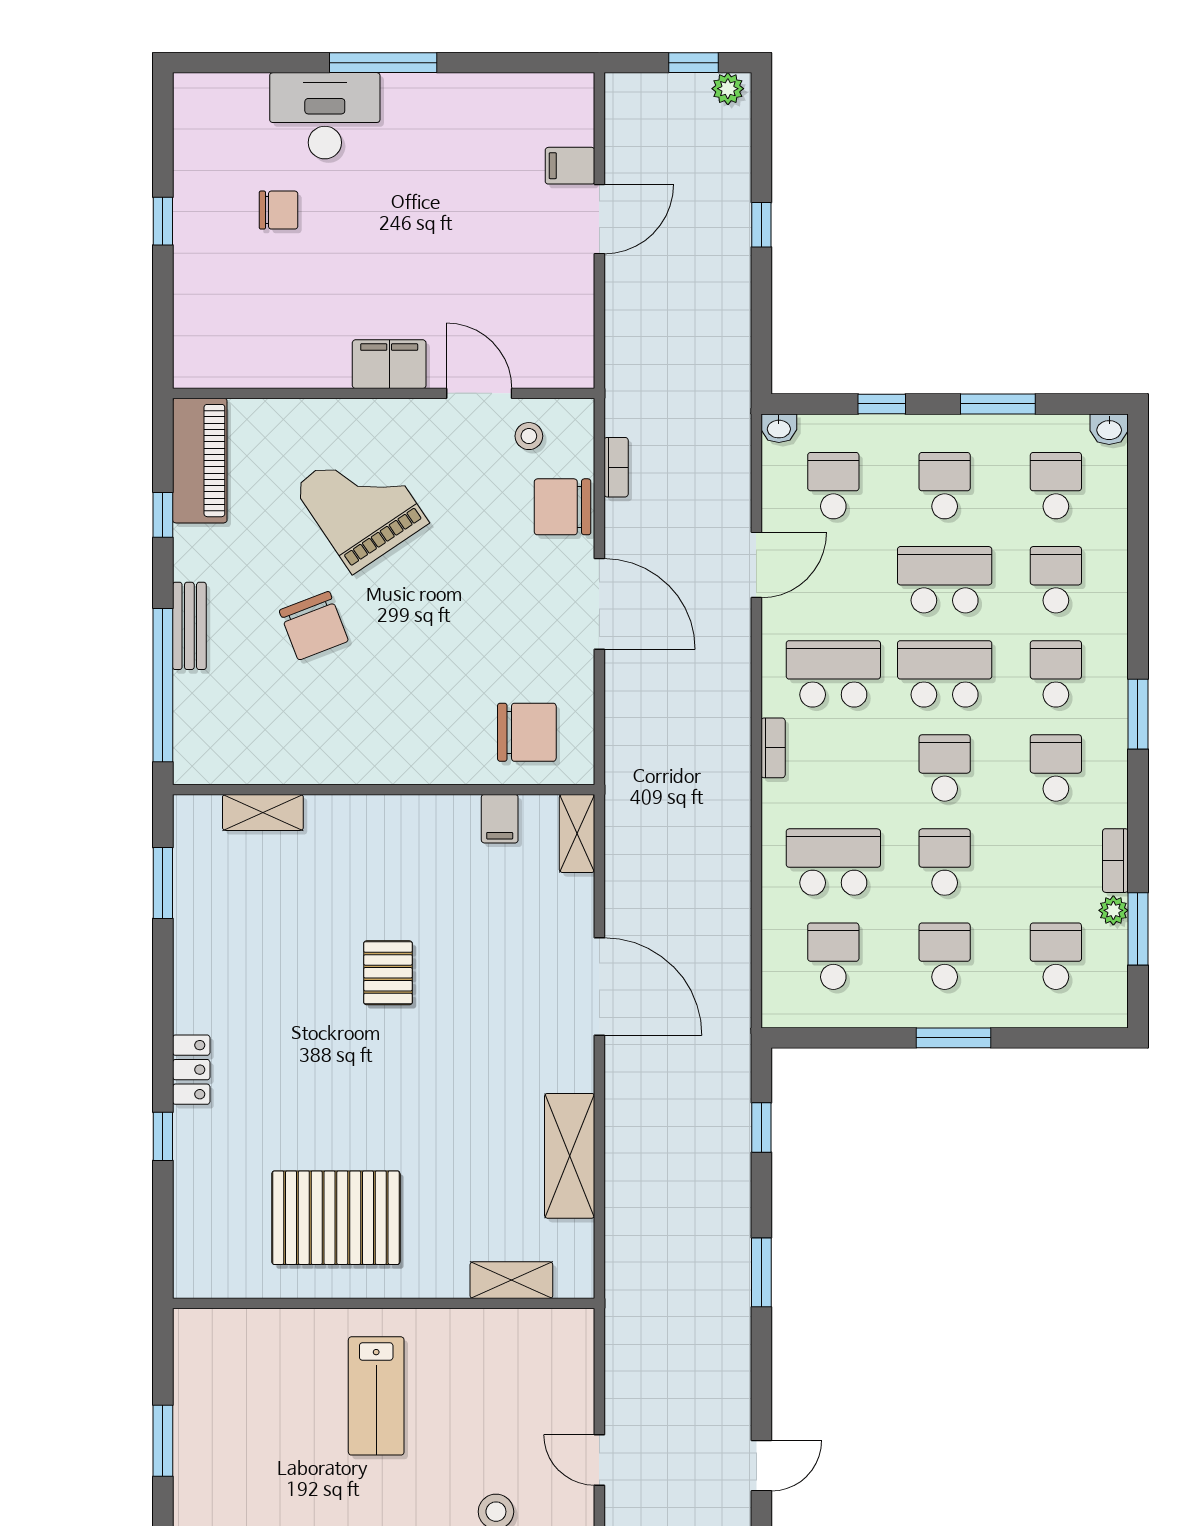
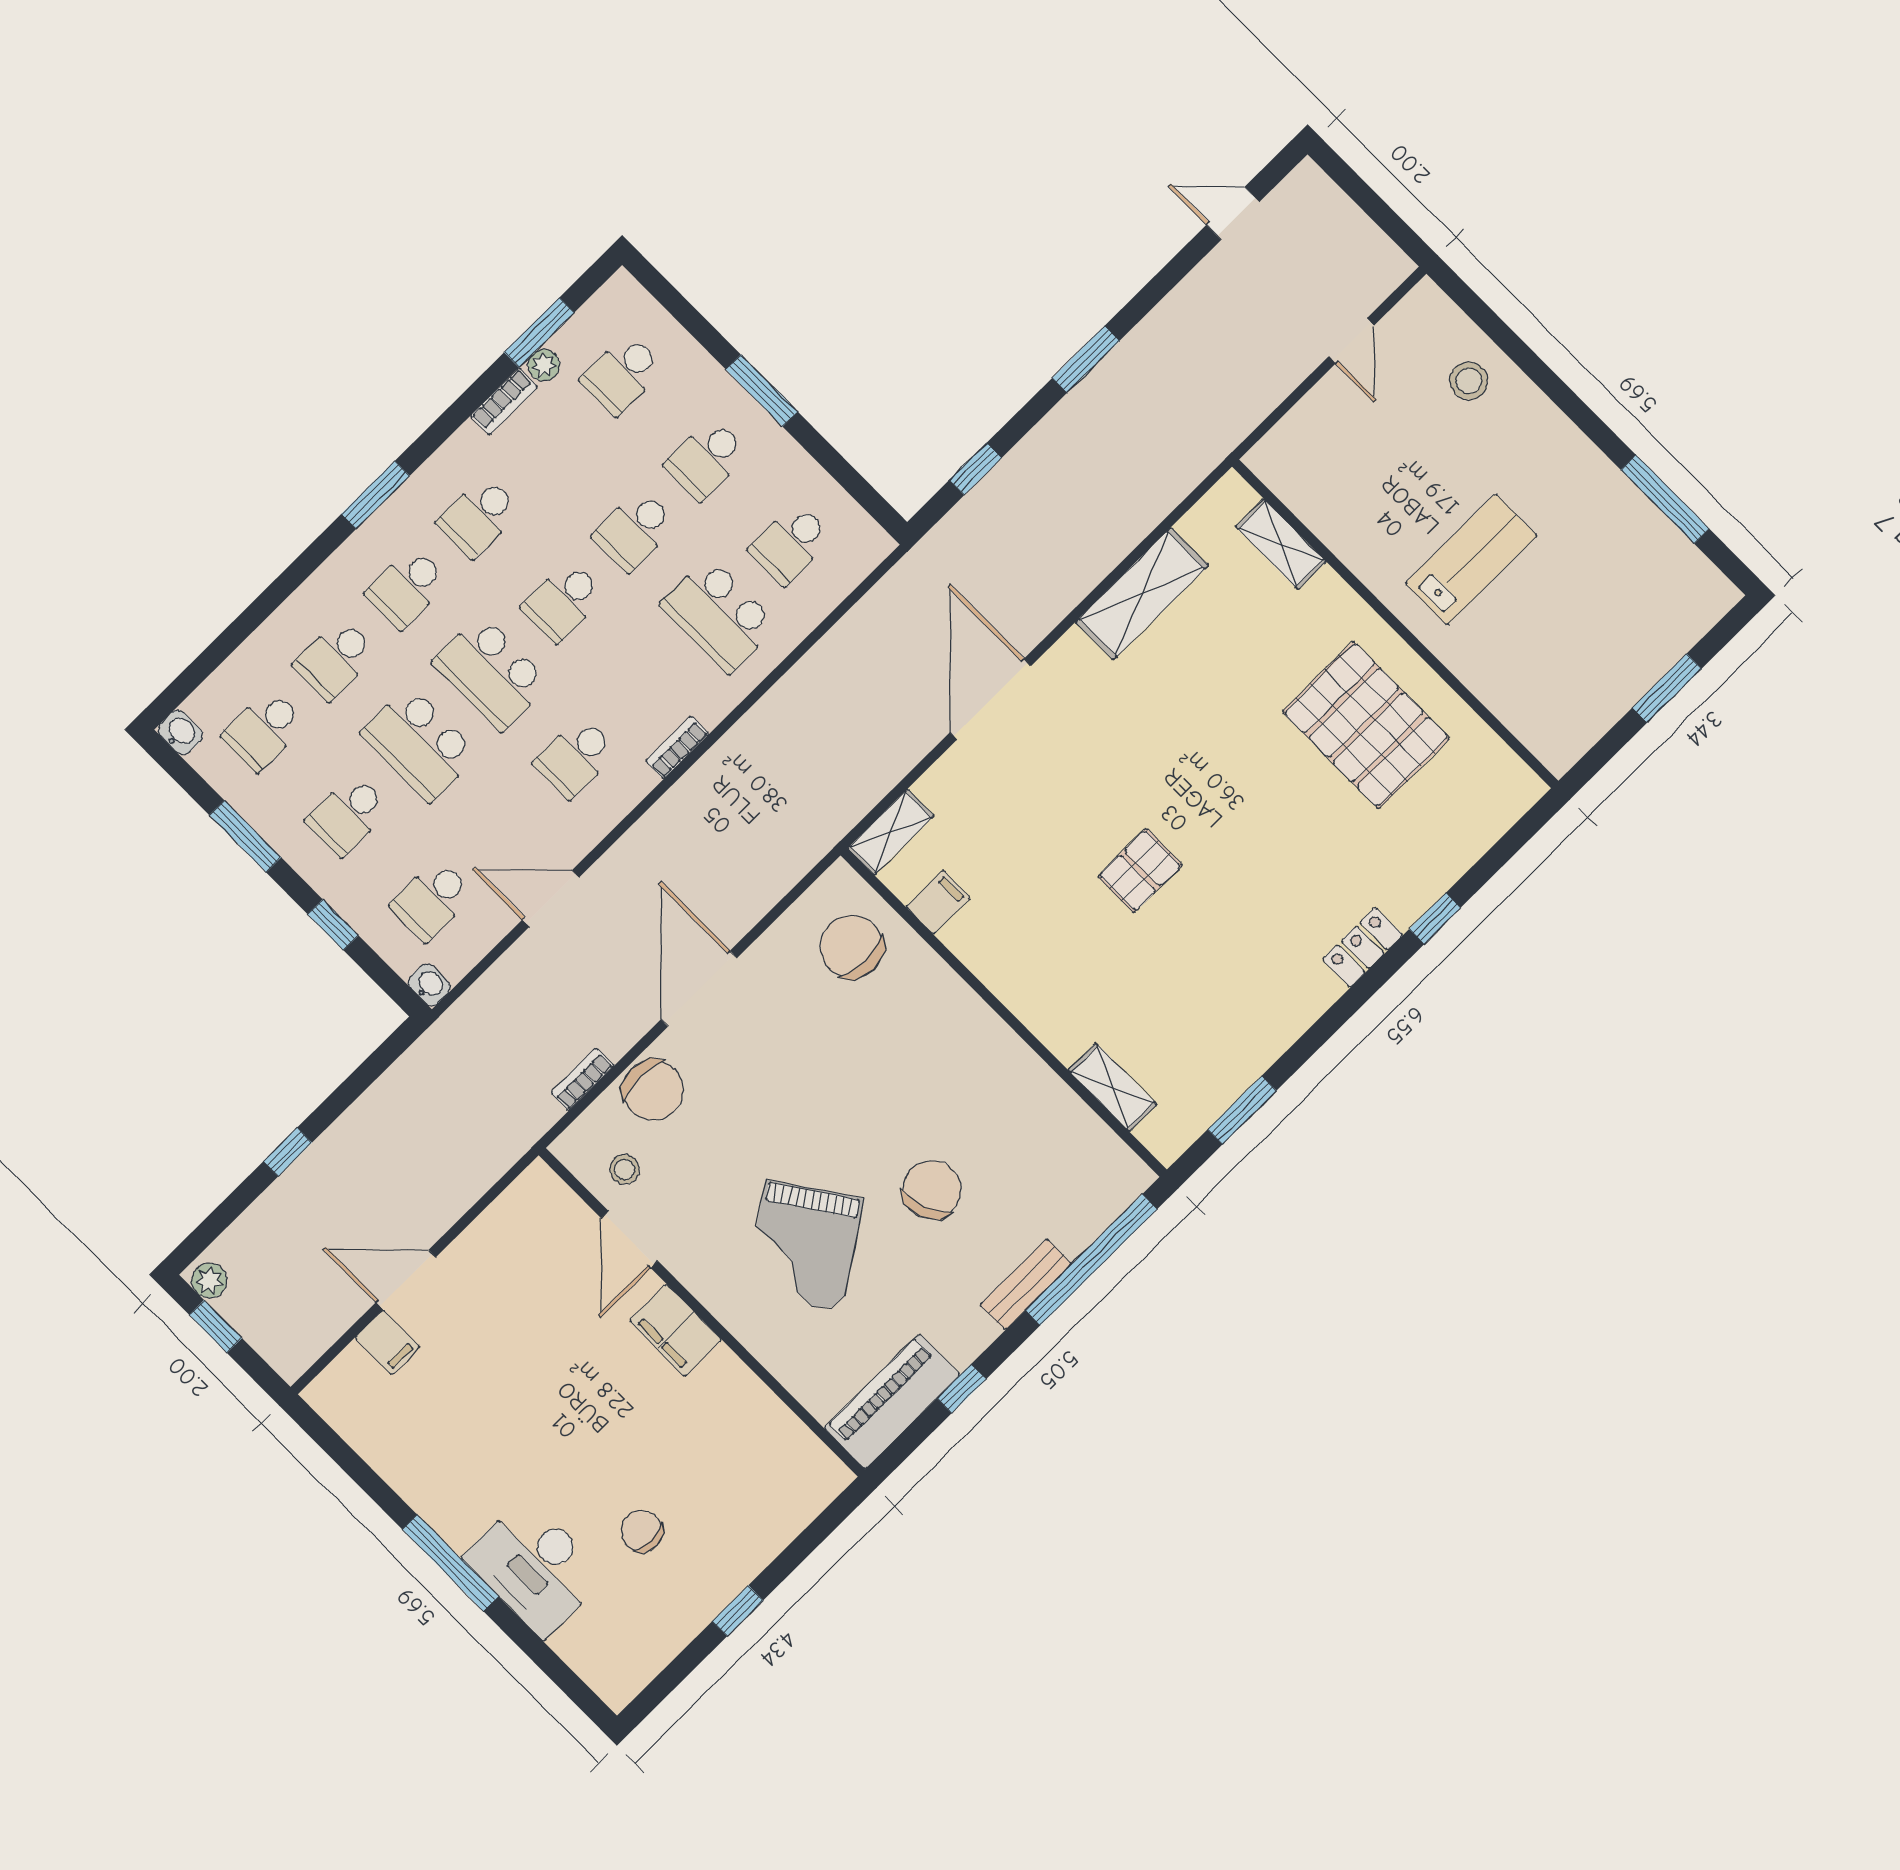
school desk: (833, 674) -> (575, 757), width x0.54

